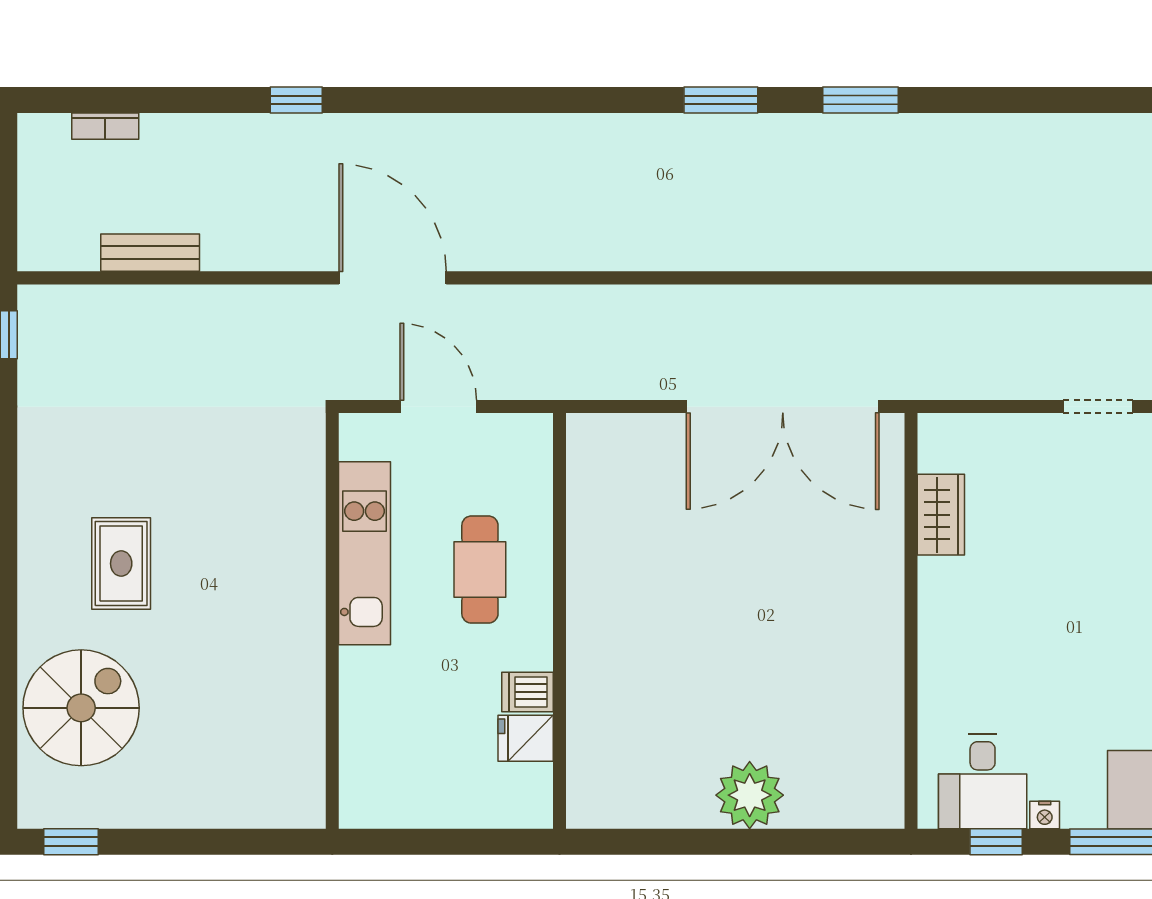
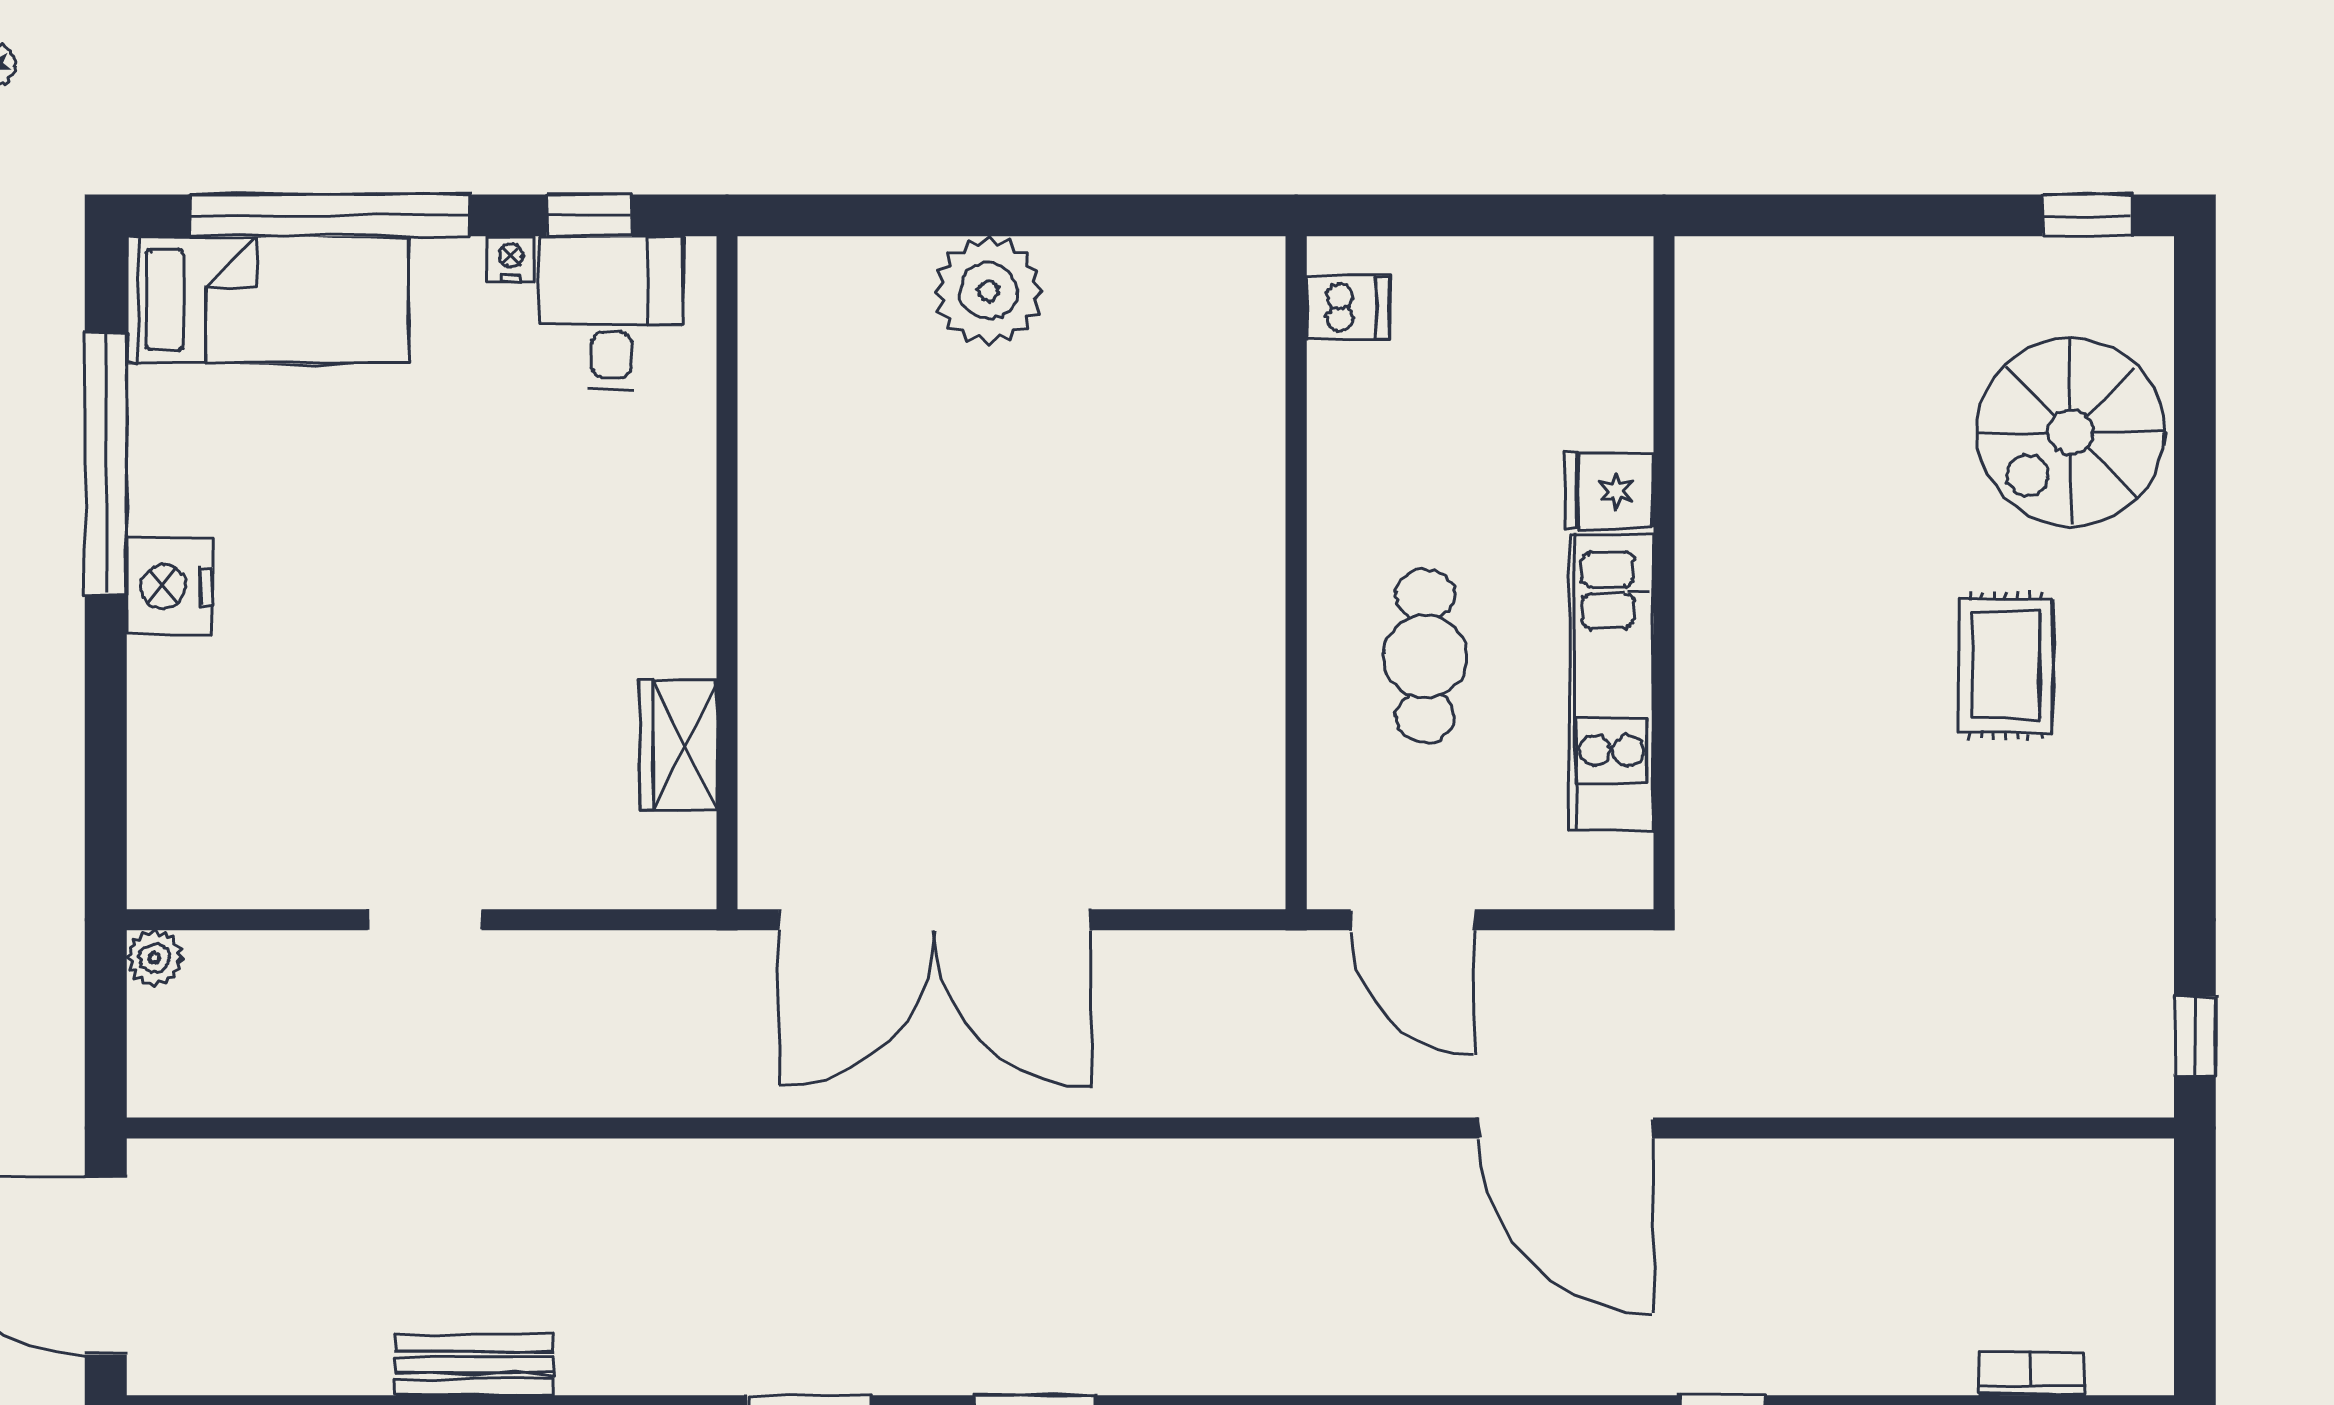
bench: (150, 253) -> (474, 1365), moved
door: (438, 407) -> (1413, 920), moved
double door: (783, 407) -> (935, 920), swing flipped
dishwasher: (527, 692) -> (1348, 308), moved
fridge: (526, 738) -> (1609, 491), moved, turned 180

